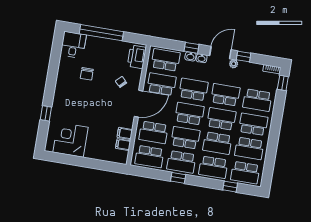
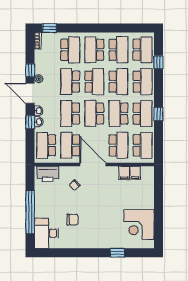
desk: (73, 45) -> (46, 233), width x1.37
school desk: (221, 119) -> (94, 82), turned 180

